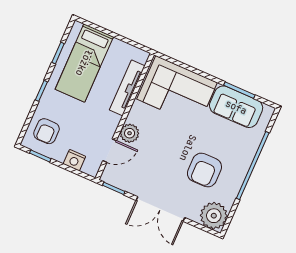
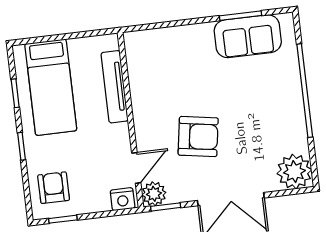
corner sofa: (177, 91) -> (172, 57), removed
armchair: (46, 131) -> (54, 188), turned 180
plant: (130, 133) -> (154, 194), moved
nightstand: (74, 160) -> (123, 199), moved
armchair: (204, 170) -> (198, 137), moved, turned -81

